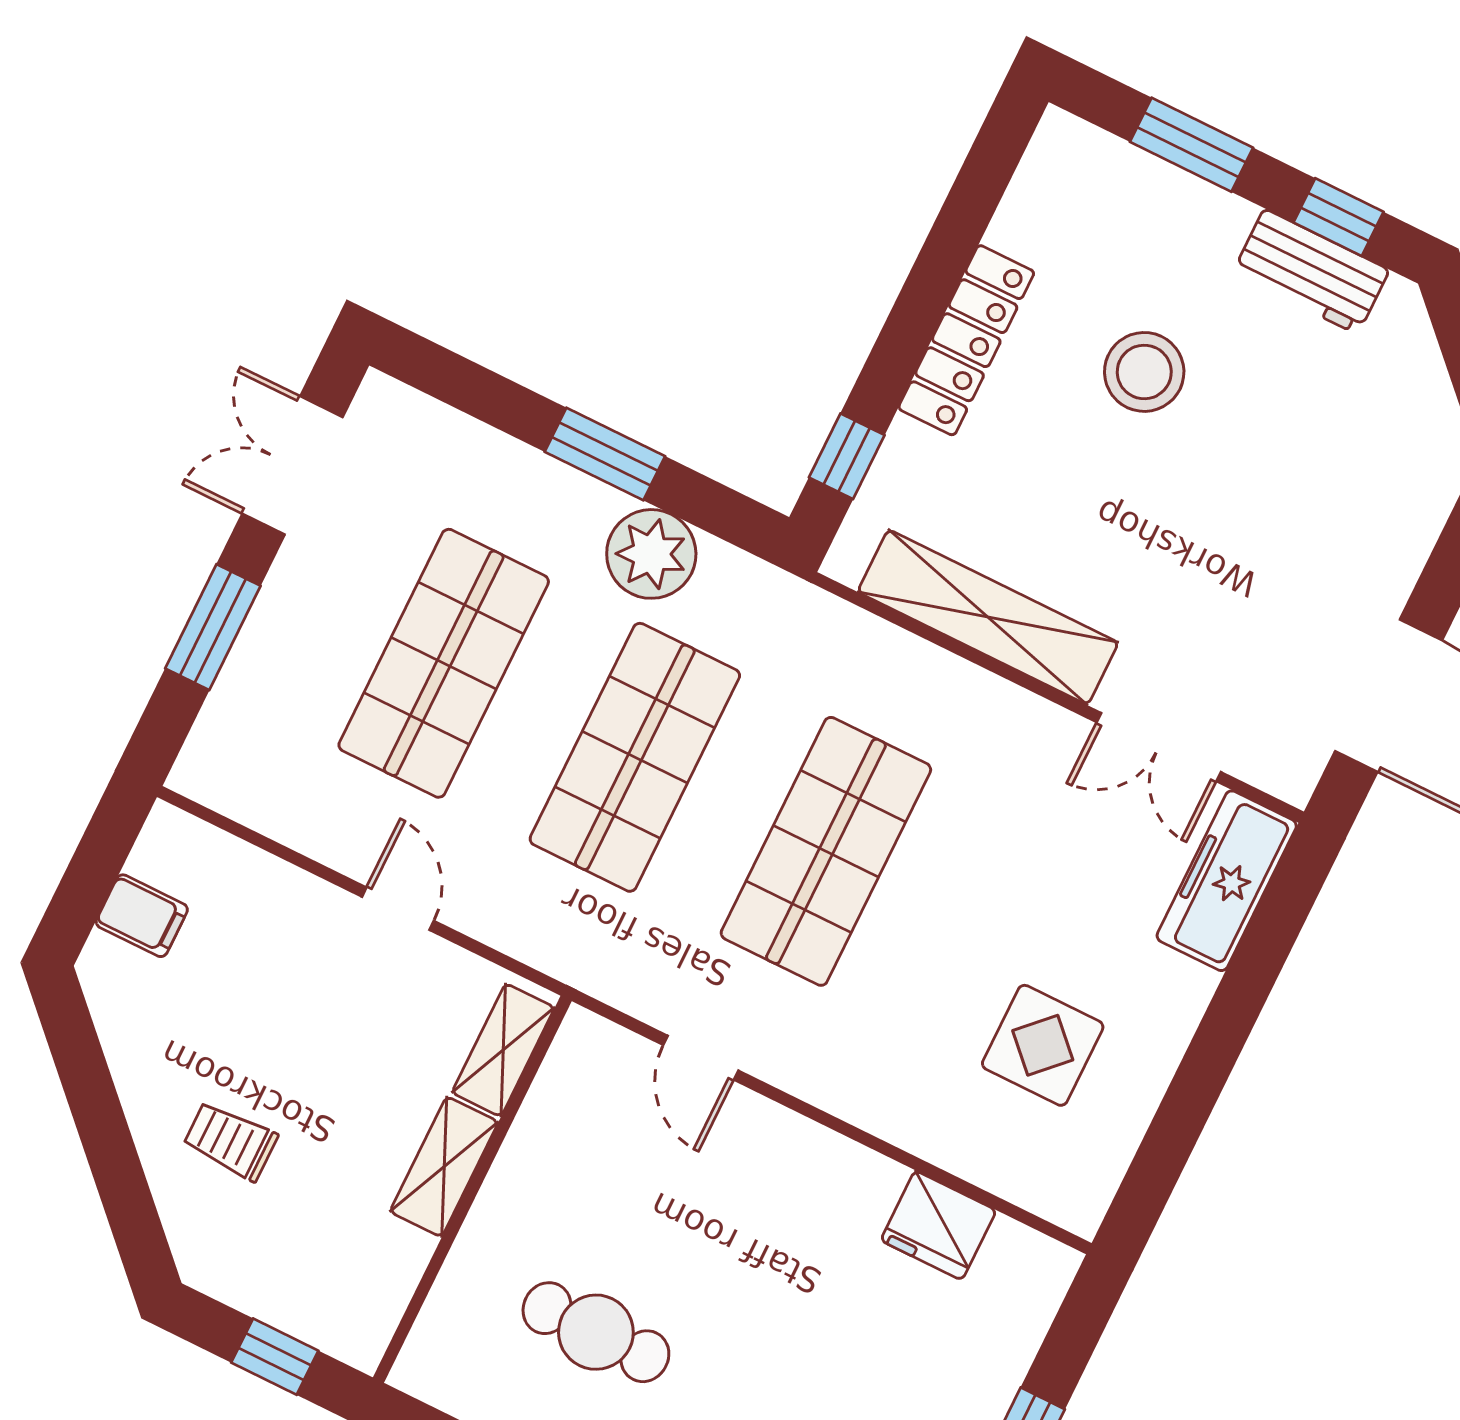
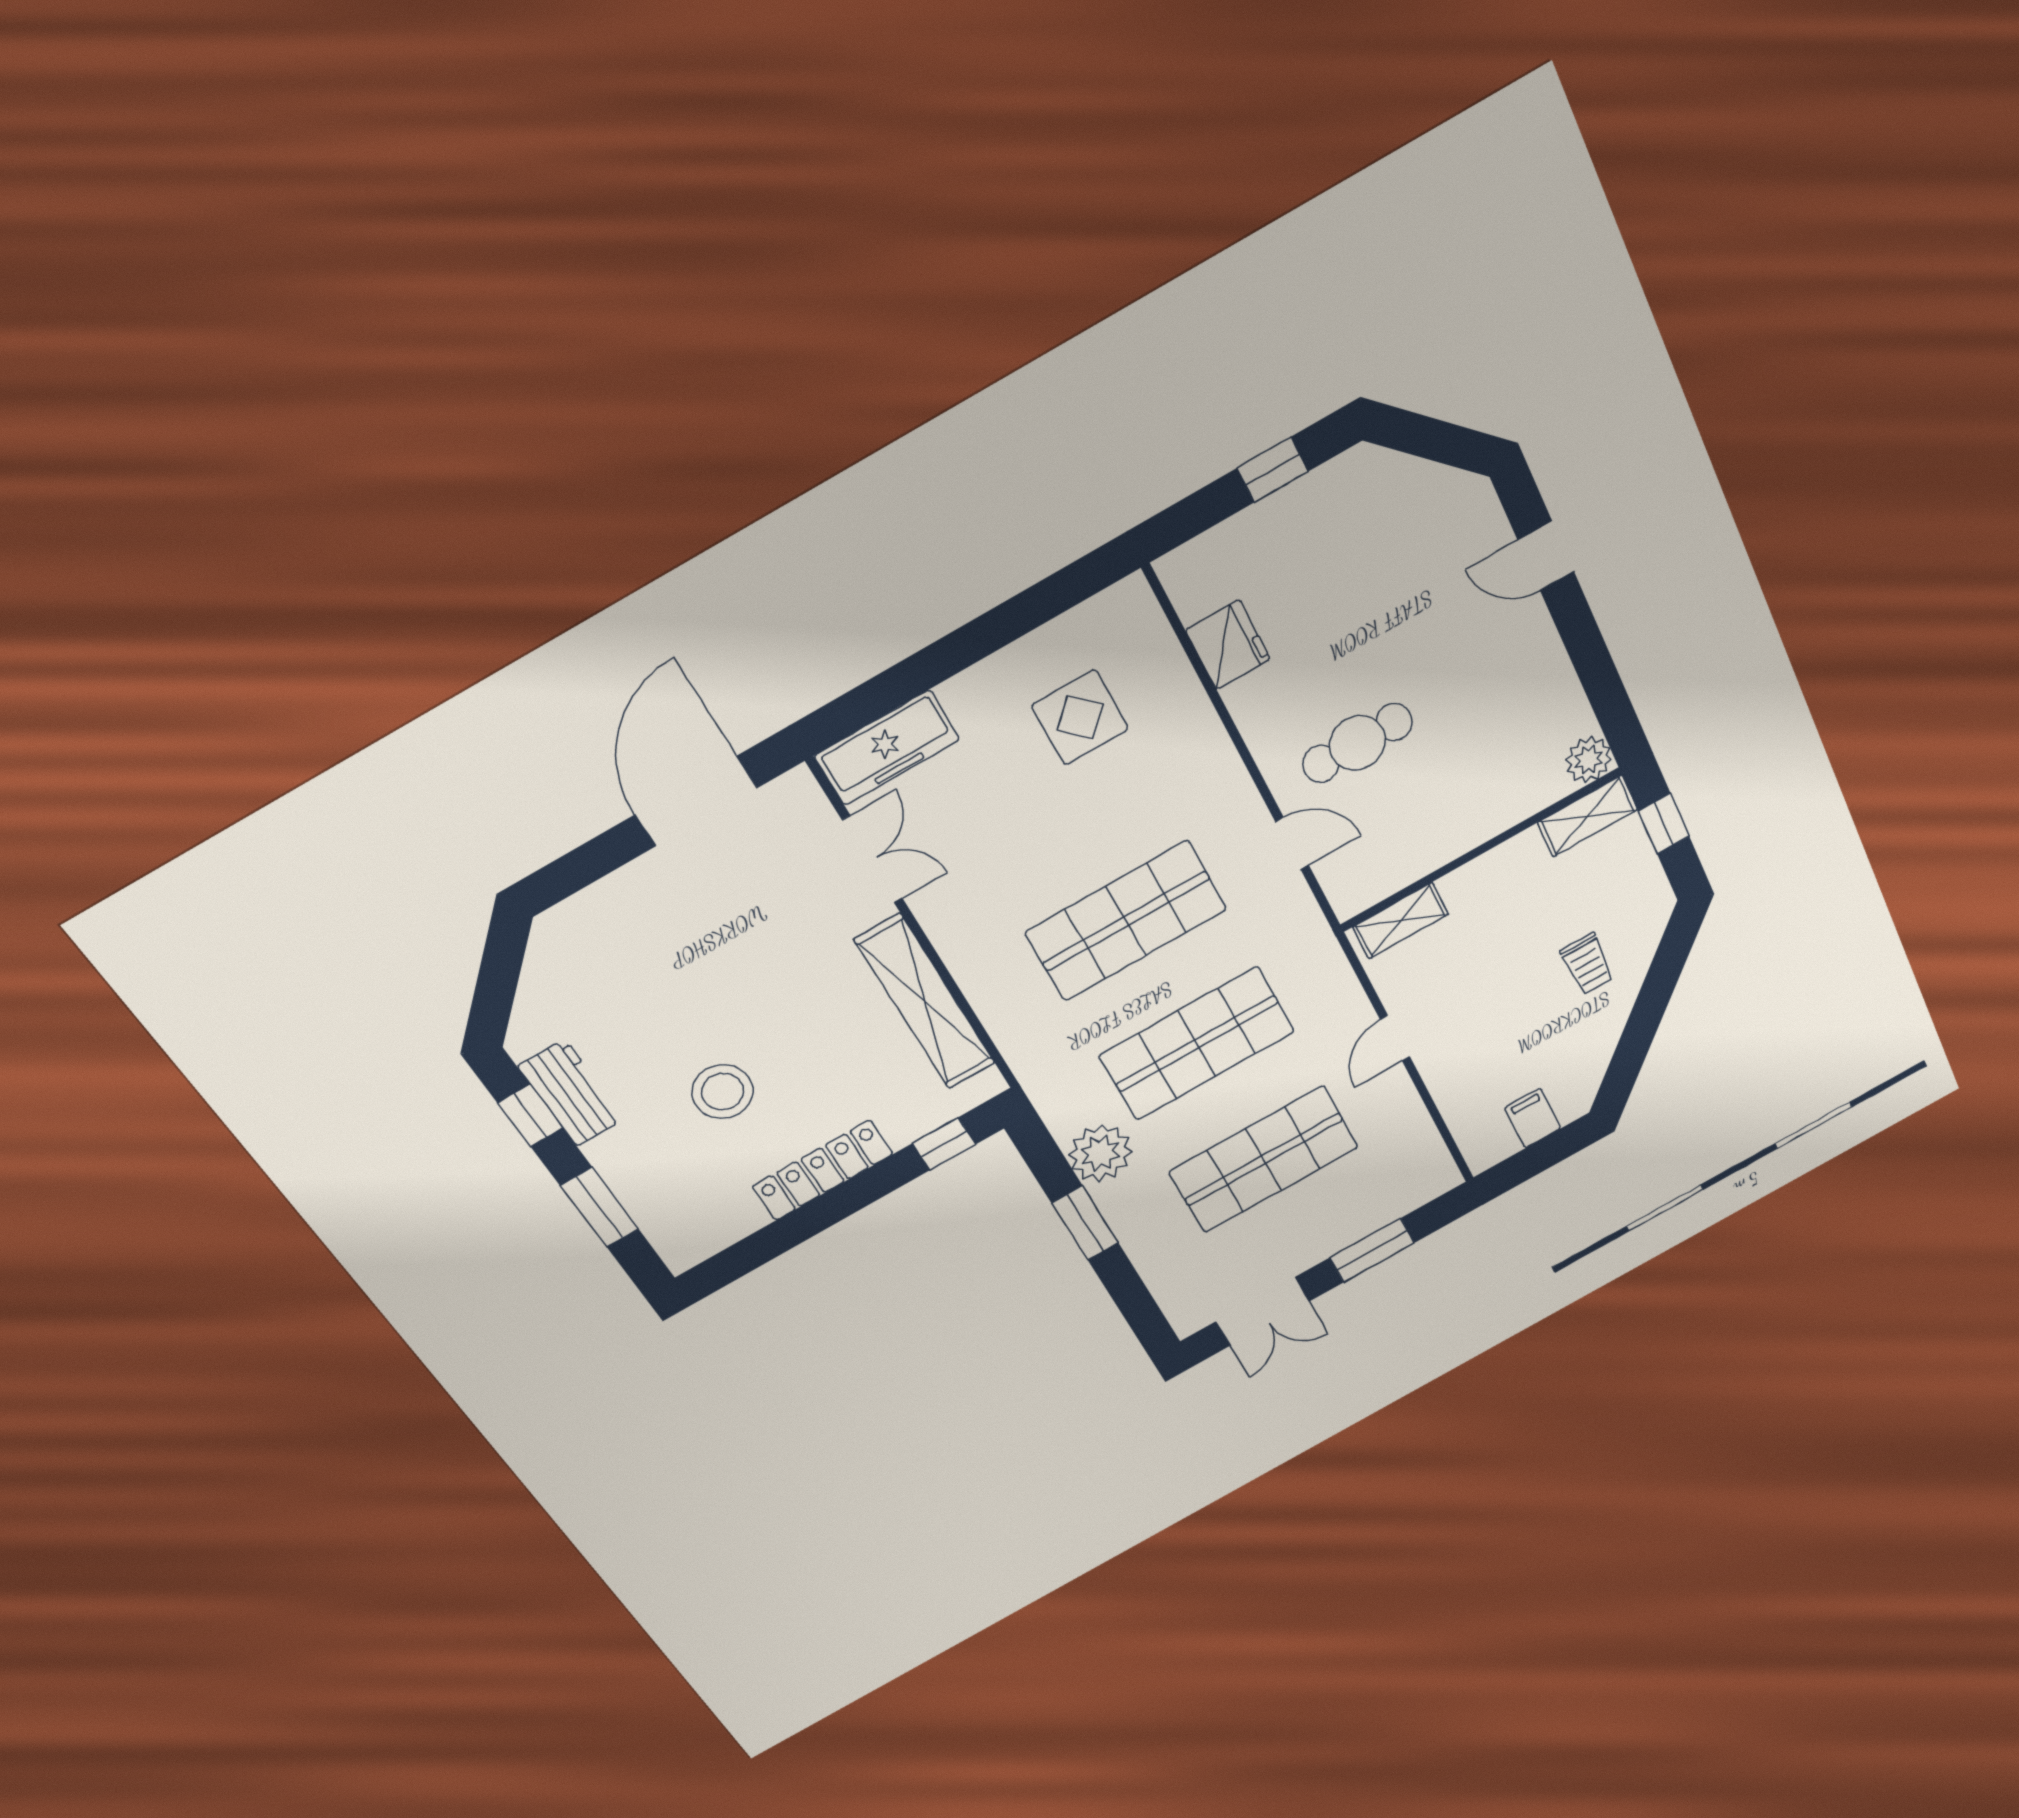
door: (701, 1058) -> (1292, 843), hinge flipped
shelving: (444, 1167) -> (1588, 816), moved
cafe table: (596, 1332) -> (1357, 743), moved, turned 90
plant: (427, 1368) -> (1589, 760), added

